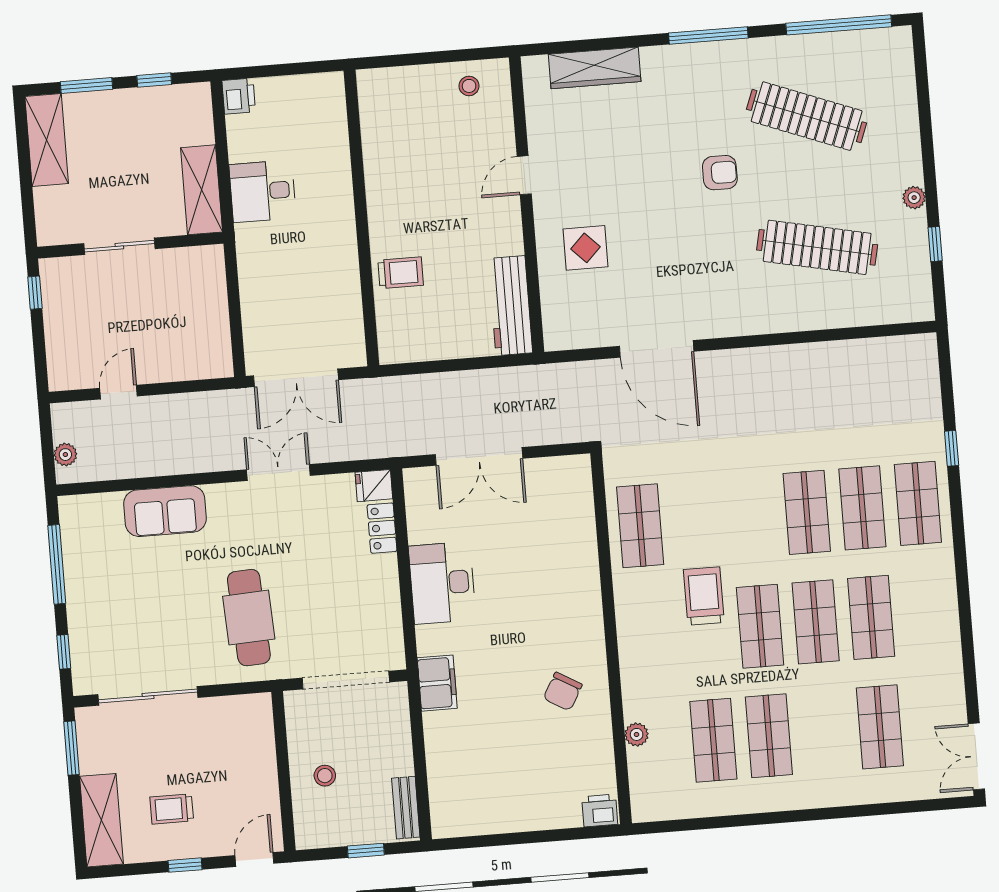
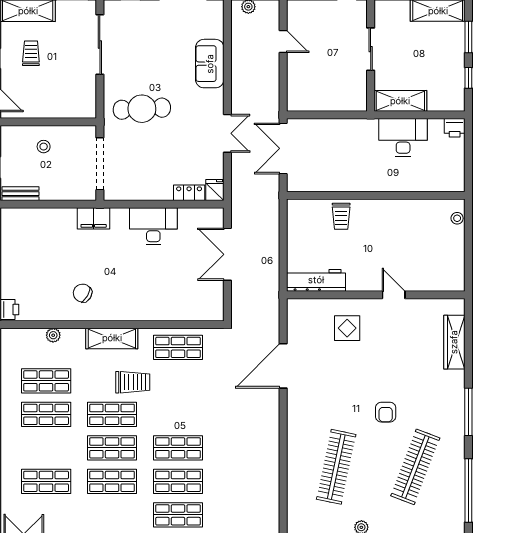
stool: (469, 86) -> (457, 218), moved
desk: (263, 191) -> (403, 137), width x1.37
shelving: (634, 637) -> (112, 338), added

